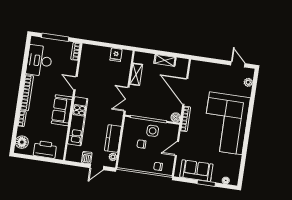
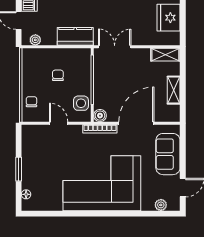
fridge: (116, 55) -> (169, 18), width x1.88, depth x1.34
shelving: (136, 74) -> (165, 55), moved
side table: (153, 131) -> (81, 103), moved
kitchen counter: (113, 139) -> (75, 36), moved
sofa: (196, 171) -> (168, 154), moved, turned 180

